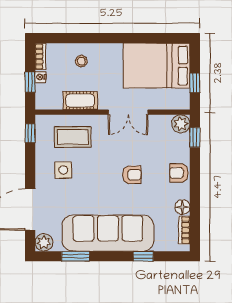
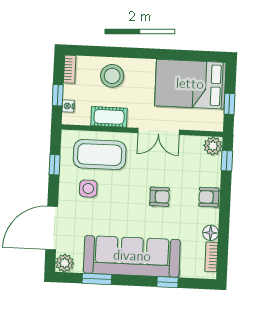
stool: (81, 61) -> (112, 76), width x1.89, depth x1.89
nightstand: (40, 77) -> (68, 106), moved
window: (30, 133) -> (55, 165), moved
coffee table: (73, 137) -> (100, 155), width x1.36, depth x1.32

